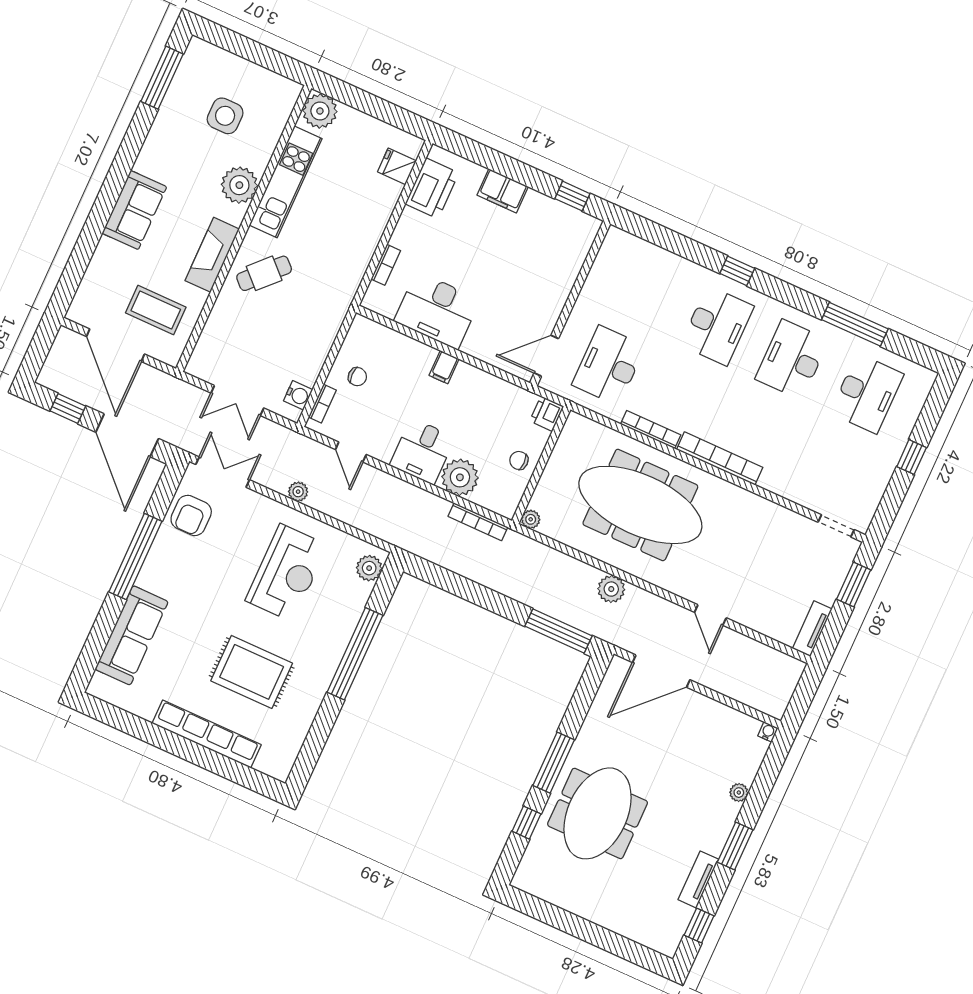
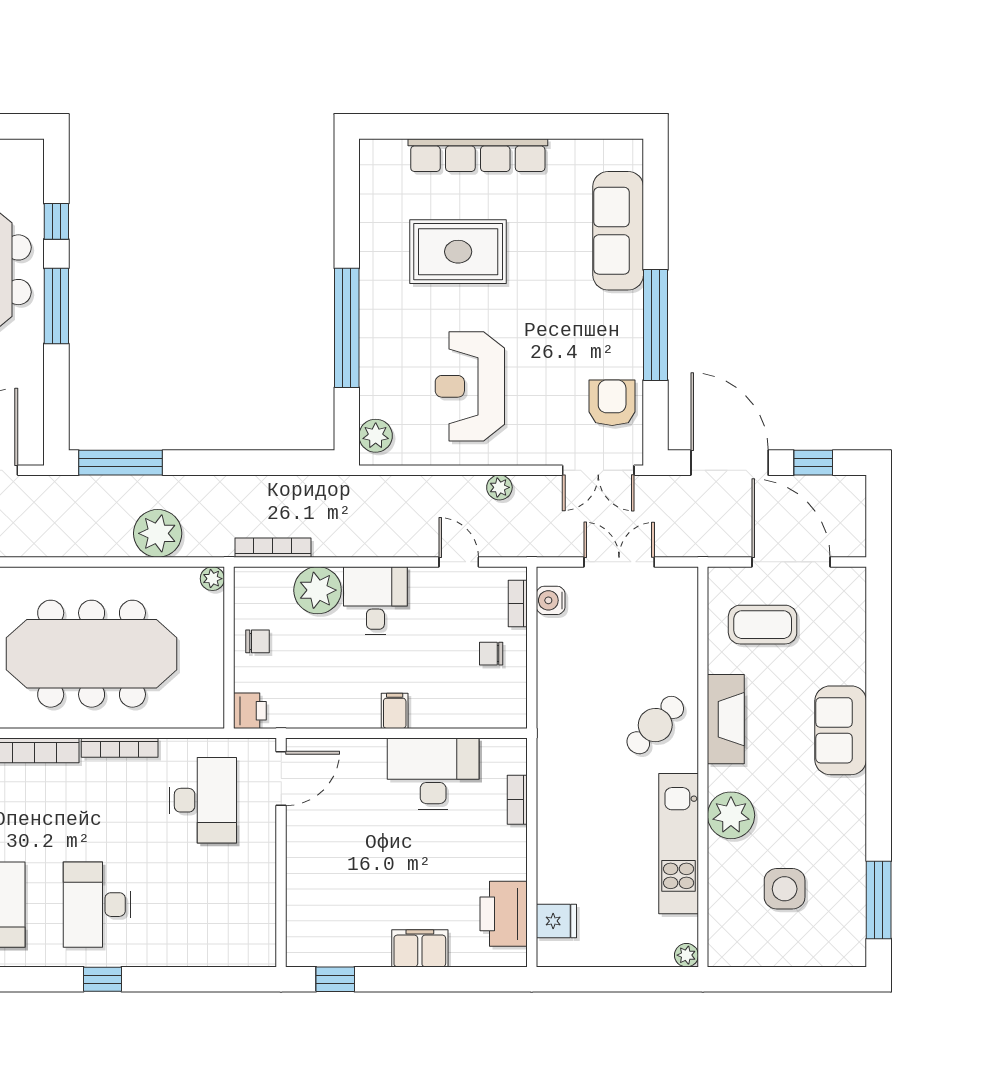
plant: (320, 111) -> (686, 955), width x0.53, depth x0.53
plant: (611, 589) -> (158, 533), moved, width x1.36, depth x1.36

